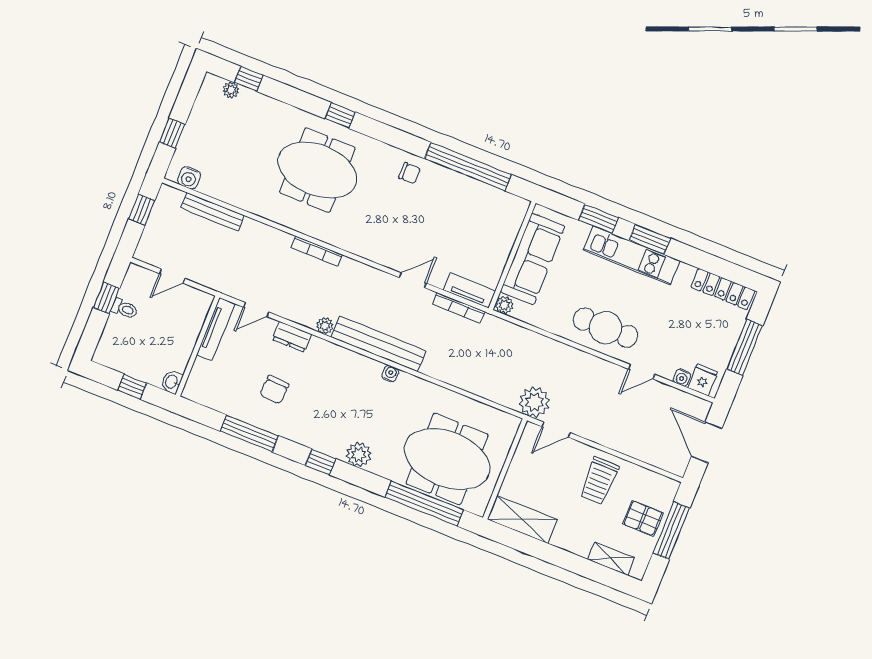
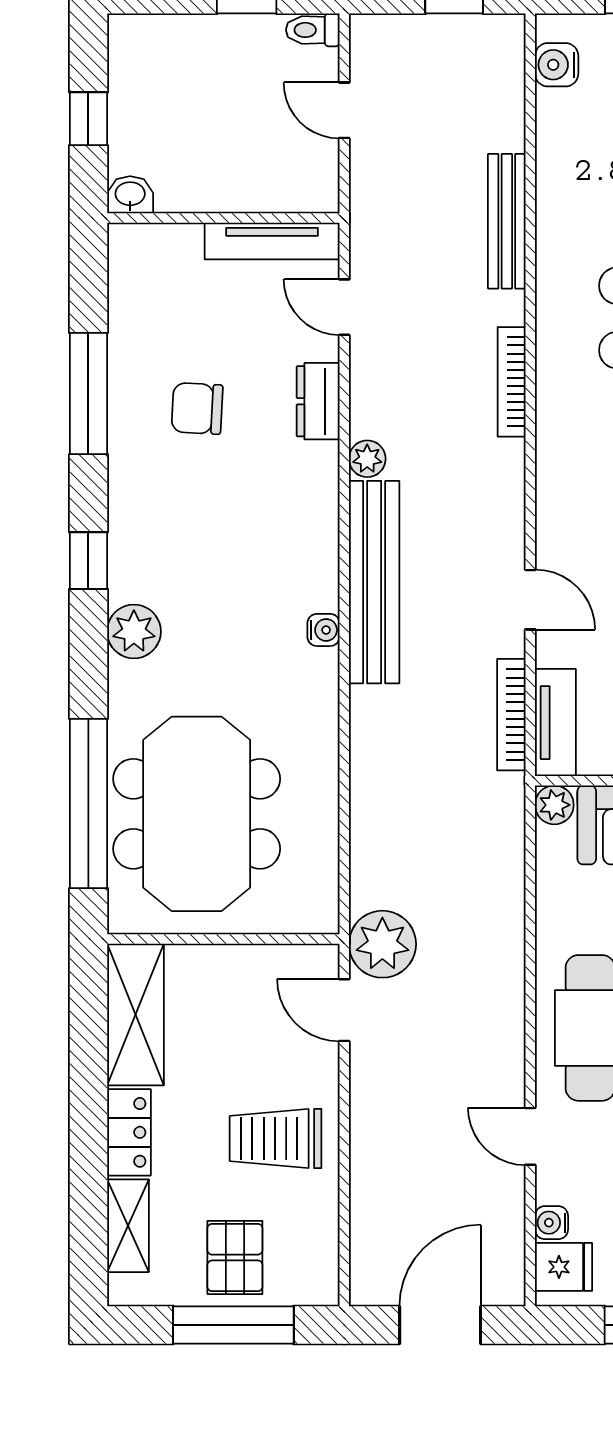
bench: (212, 212) -> (507, 221), moved
toilet: (125, 309) -> (313, 30), moved, turned 90
locker: (571, 542) -> (129, 1132), added

